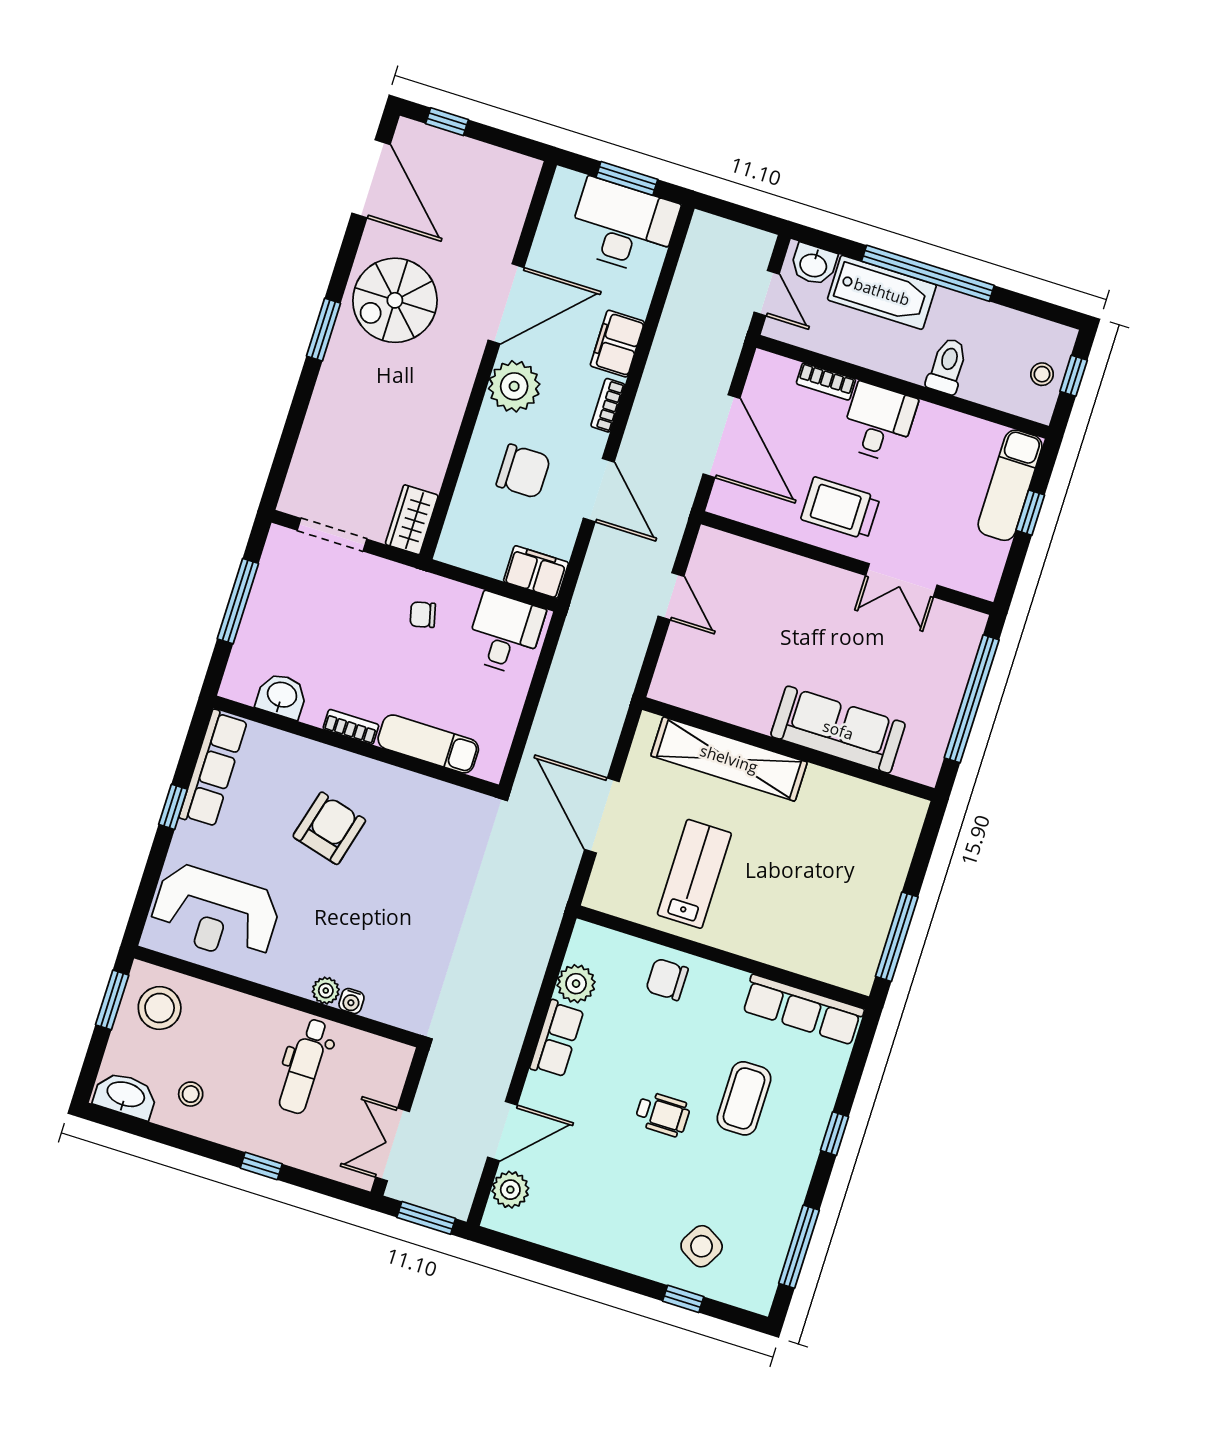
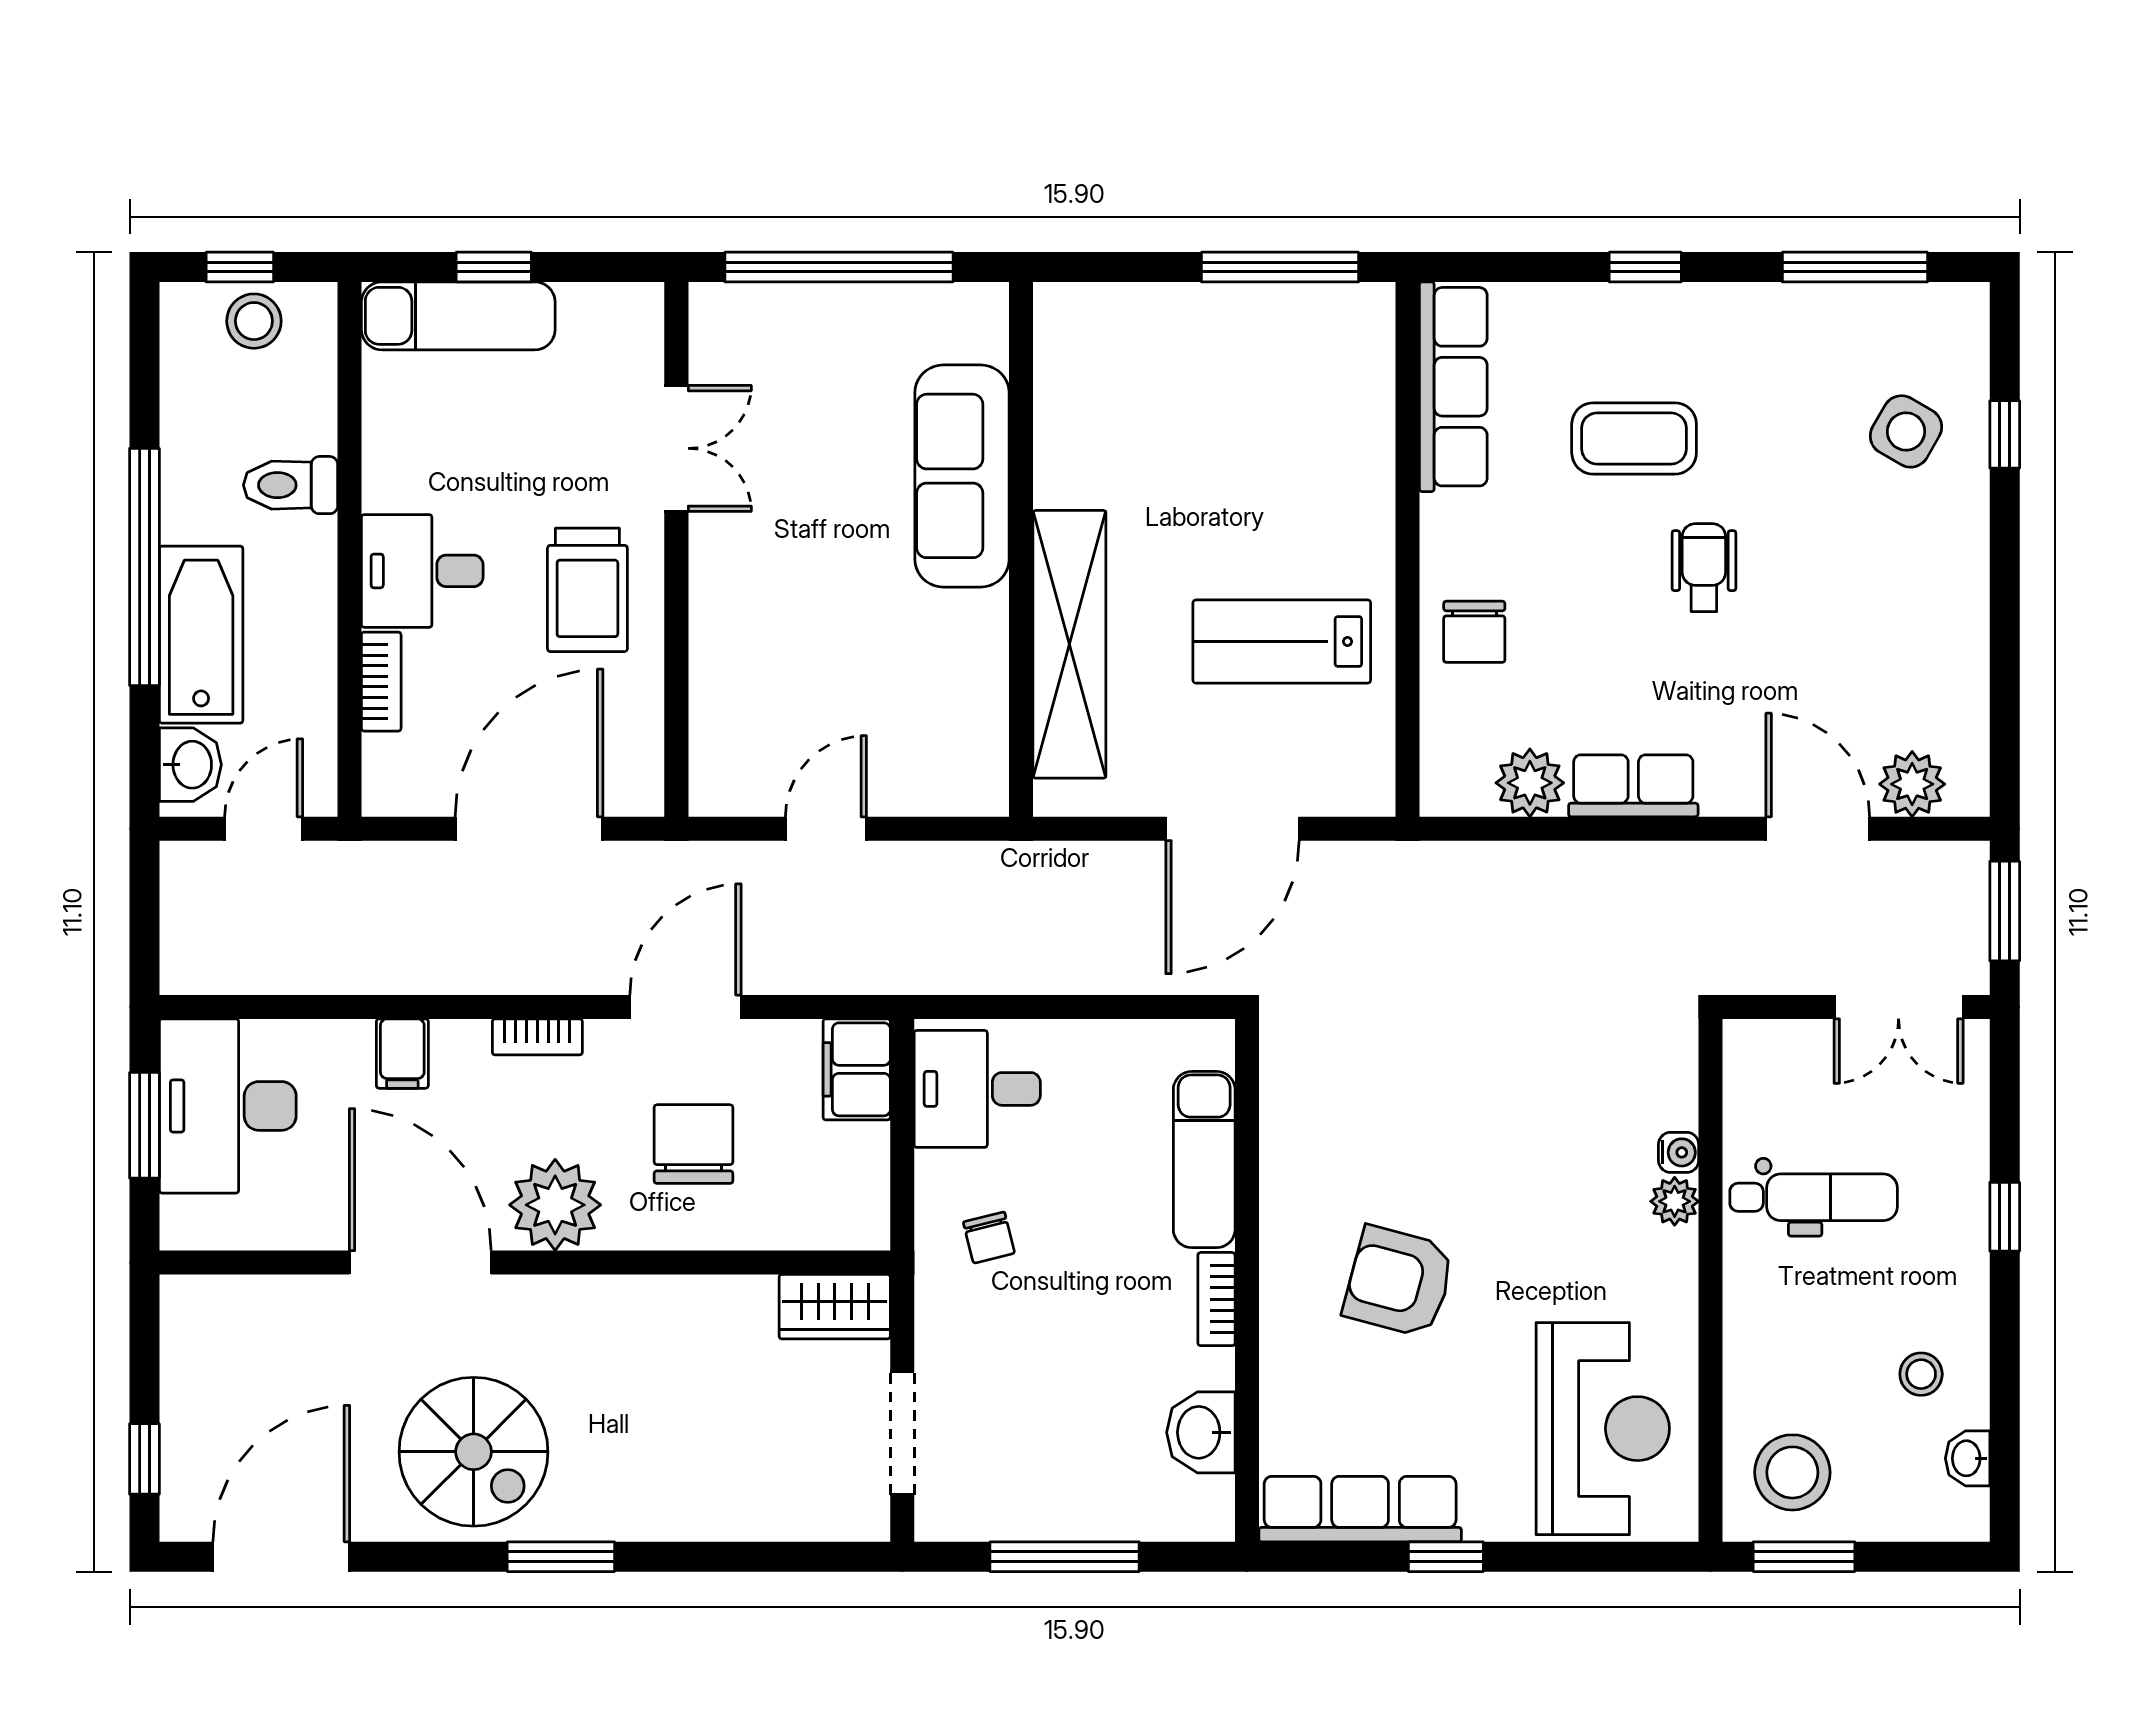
filing cabinet: (617, 344) -> (402, 1054), width x0.50
stool: (1042, 374) -> (254, 321), width x1.37, depth x1.37
washbasin: (125, 1095) -> (1968, 1458), width x0.52, depth x0.69

